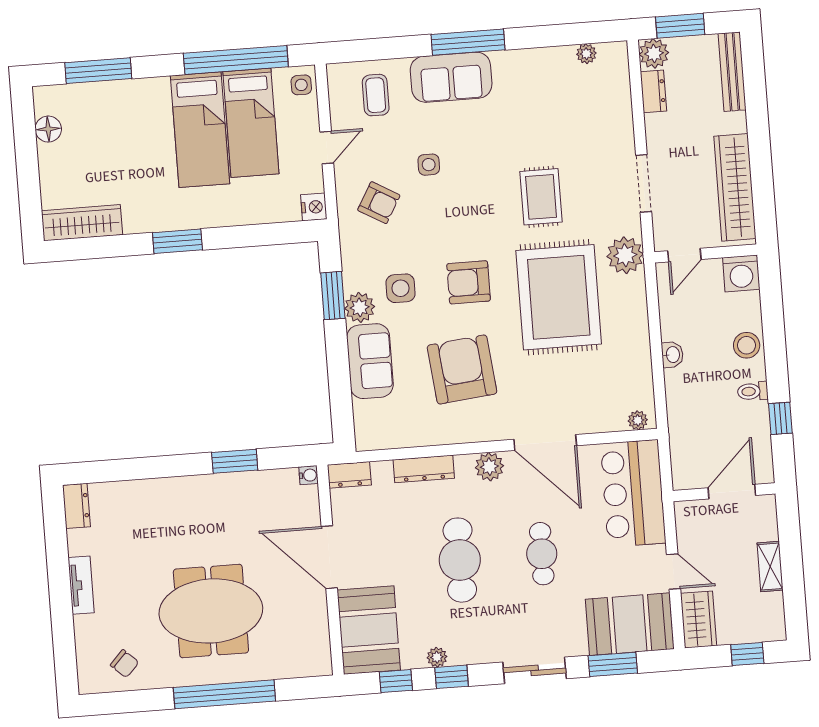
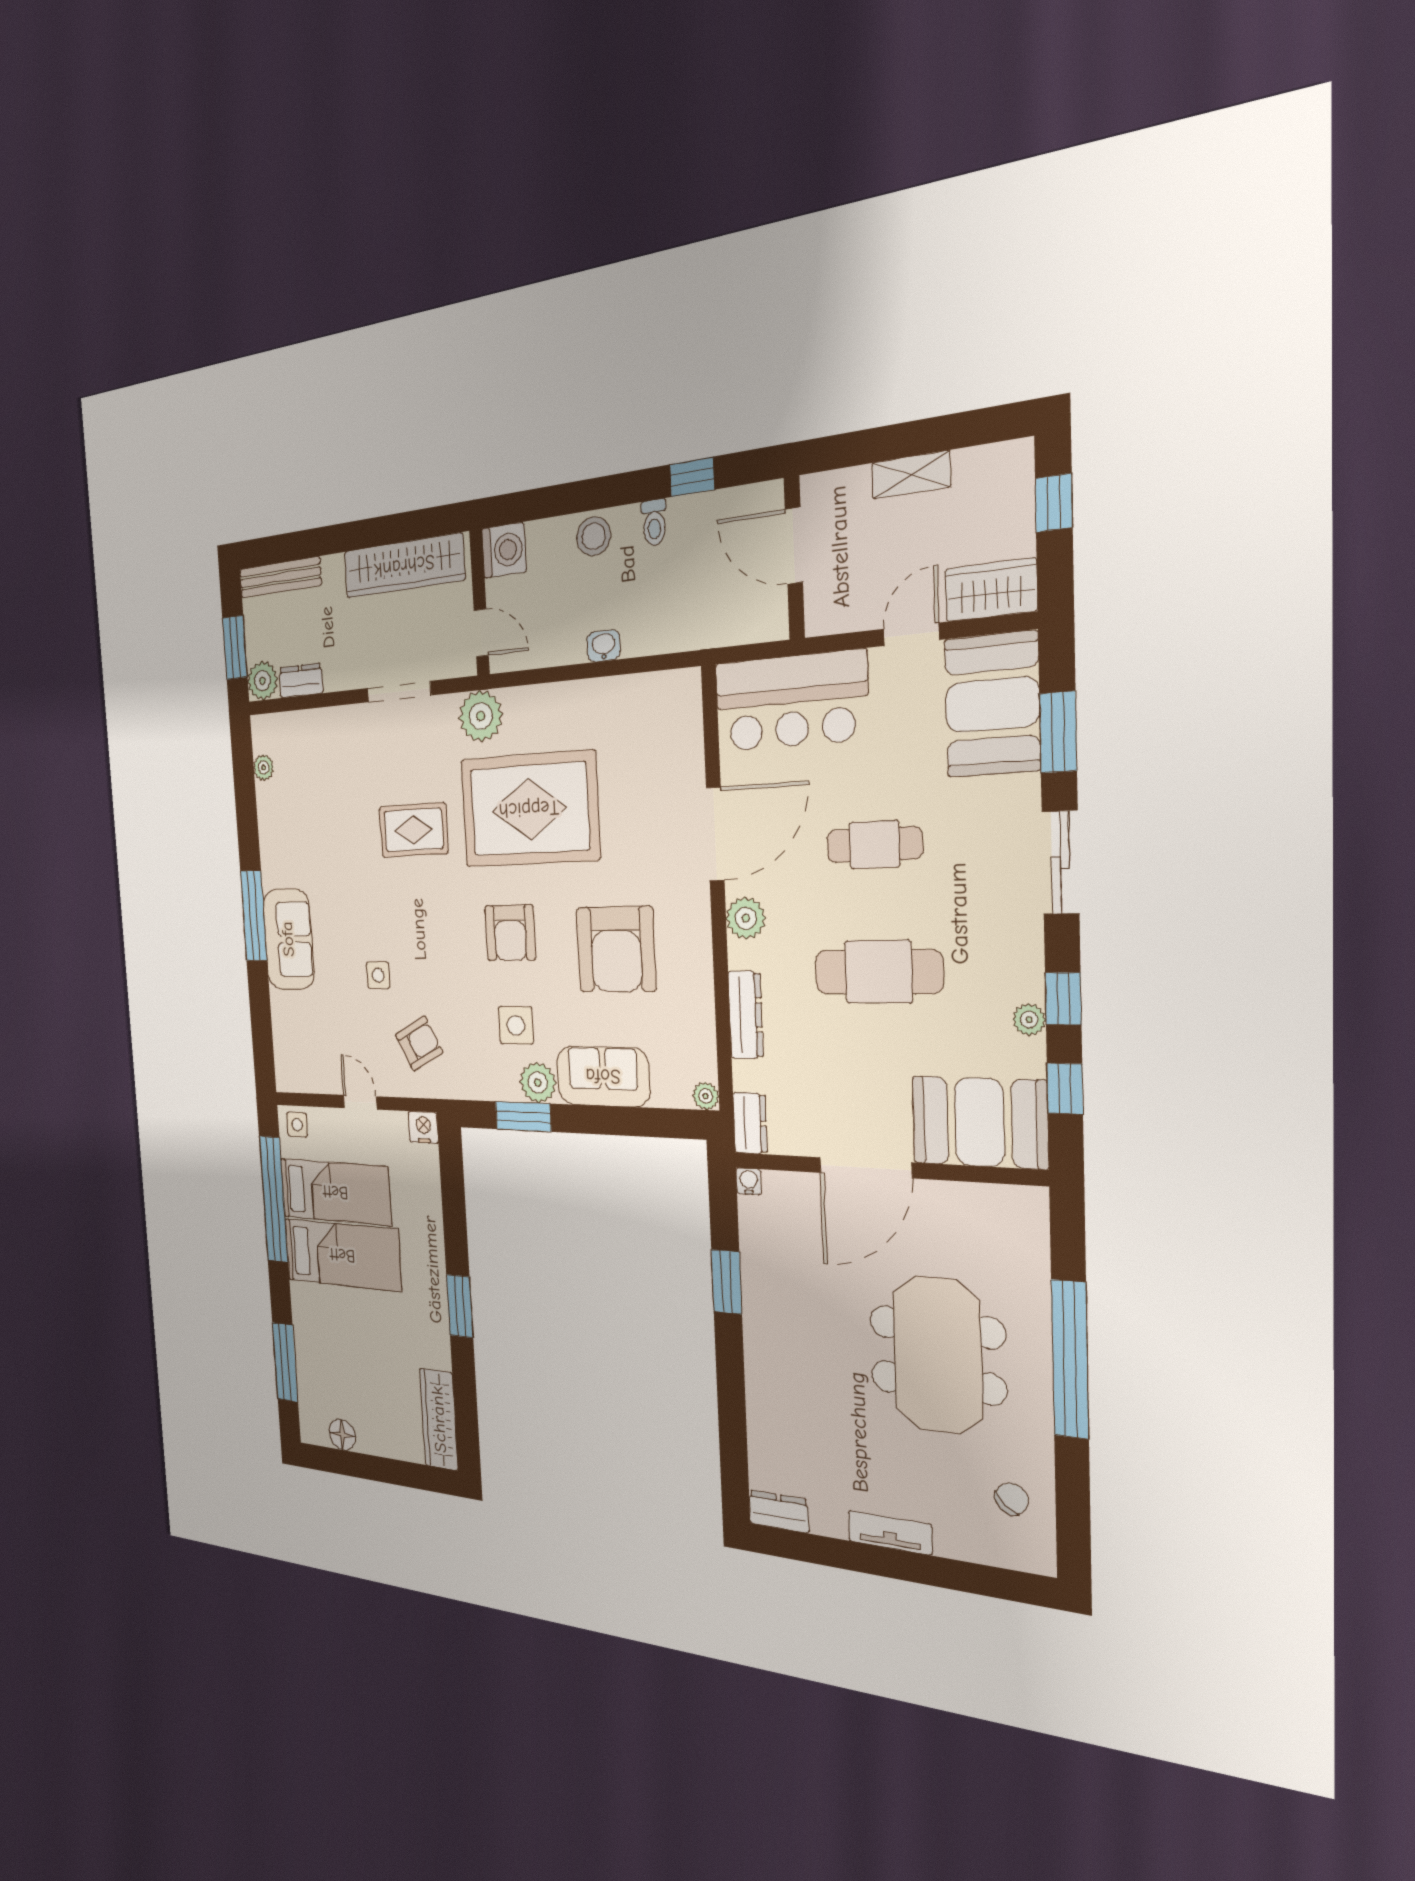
coffee table: (376, 95) -> (307, 1035), removed
armchair: (379, 203) -> (419, 1043), turned 32
armchair: (462, 369) -> (616, 949), turned -84
plant: (638, 420) -> (706, 1096), moved

